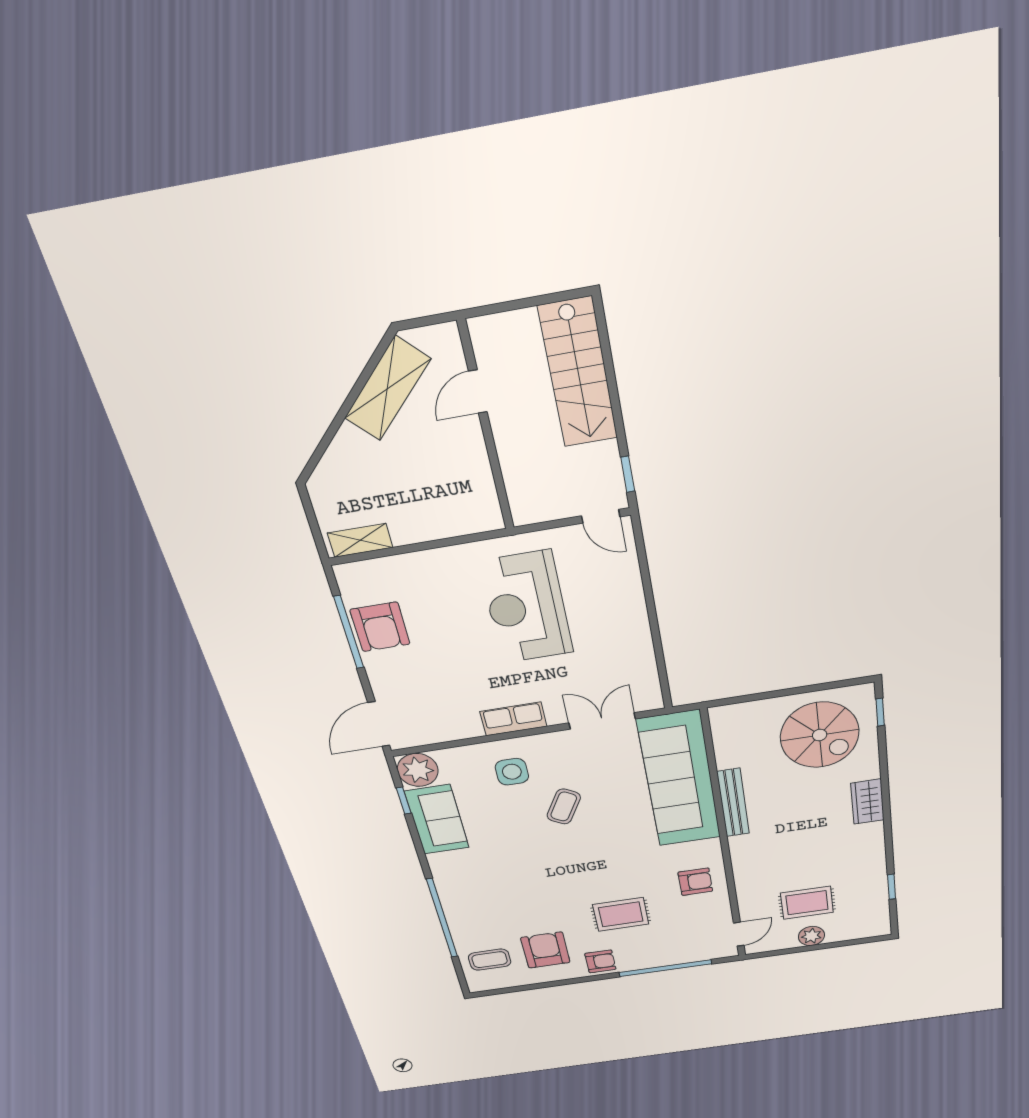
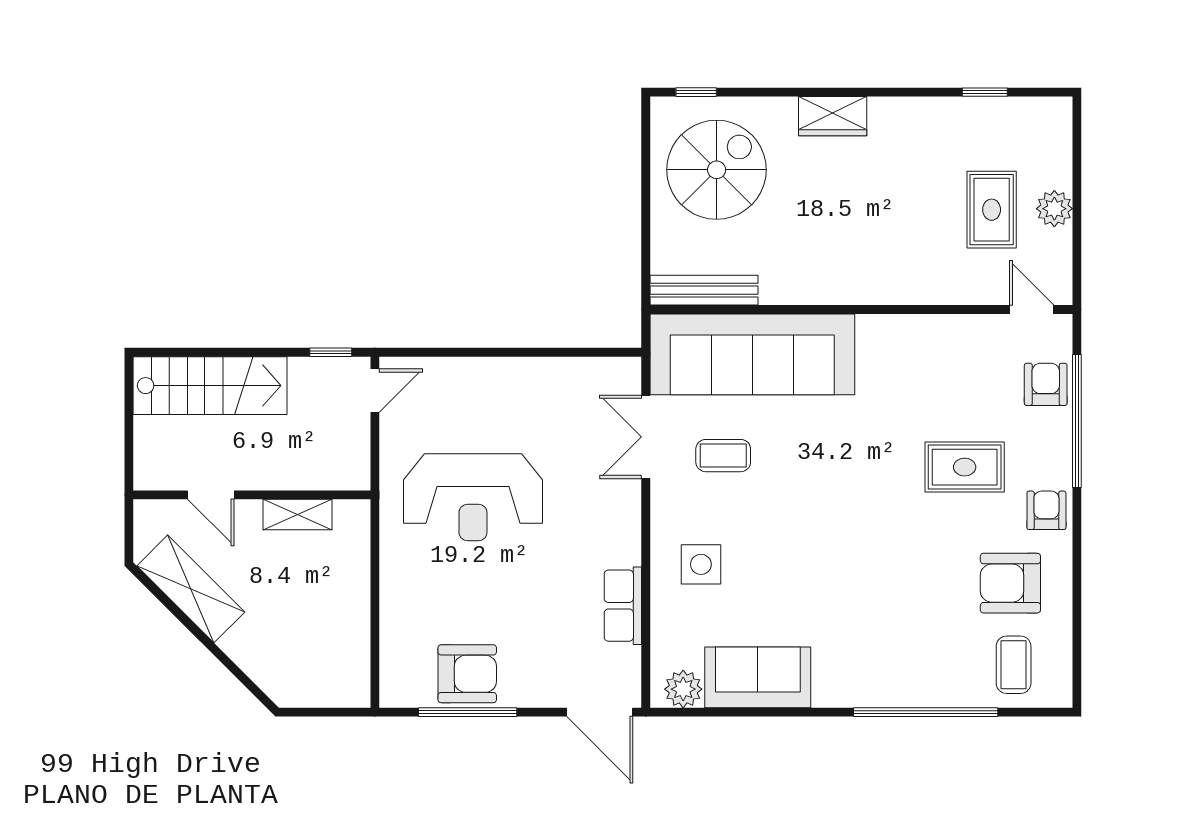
shelving: (360, 540) -> (298, 515), moved, turned 90
row of seats: (513, 719) -> (623, 606), moved
plant: (418, 770) -> (683, 689), width x0.73, depth x0.73
window: (404, 801) -> (720, 712), removed
bench: (733, 803) -> (704, 290), moved
coffee table: (564, 807) -> (723, 456), moved, turned -30
armchair: (695, 882) -> (1046, 384), moved
rug: (621, 914) -> (965, 467), turned 90

